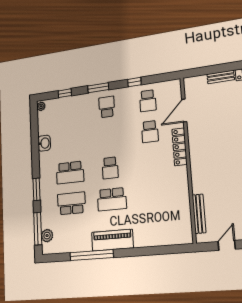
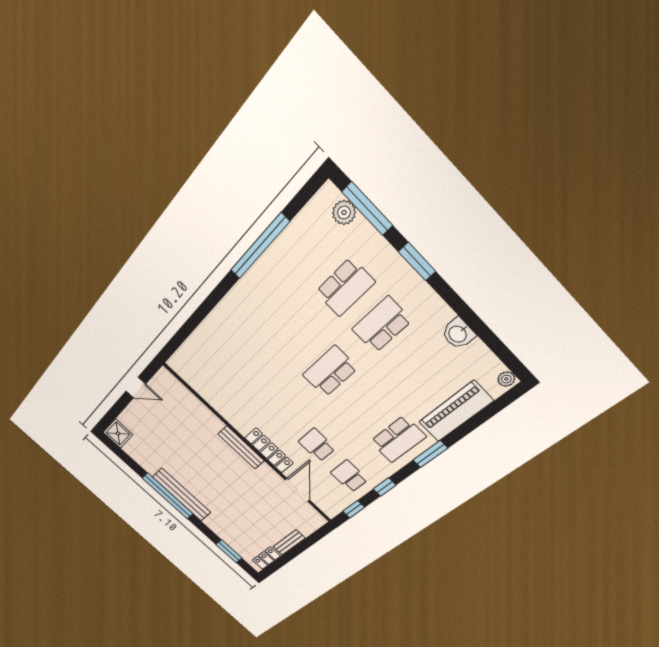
window: (65, 93) -> (354, 509), moved
school desk: (107, 107) -> (398, 439), width x1.85
school desk: (110, 168) -> (330, 371), width x1.85
school desk: (112, 199) -> (295, 336), removed
bench: (199, 214) -> (241, 448), moved
piano: (112, 240) -> (456, 411), moved, turned 180
door: (227, 245) -> (136, 388), hinge flipped

